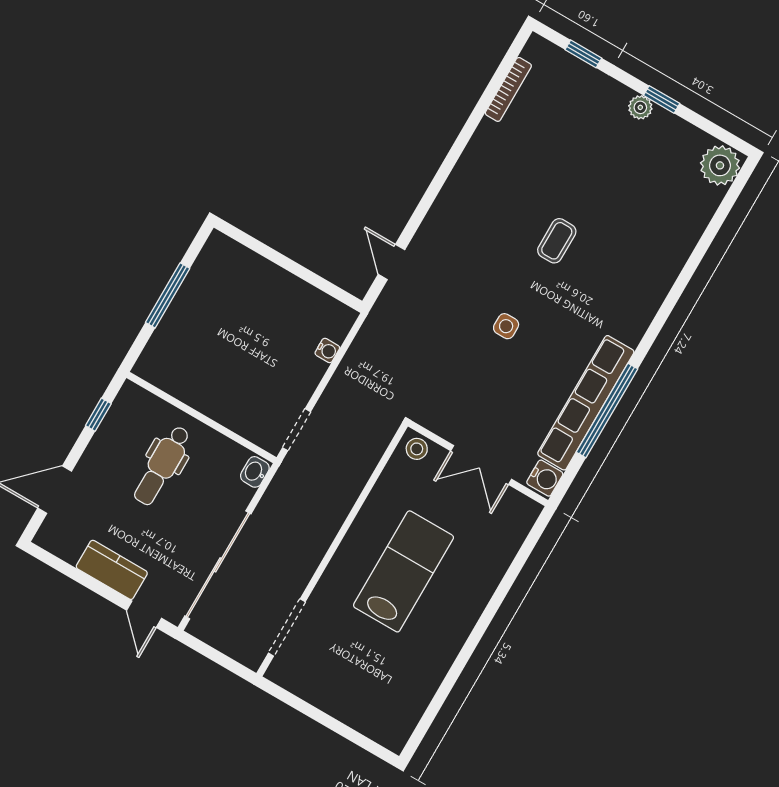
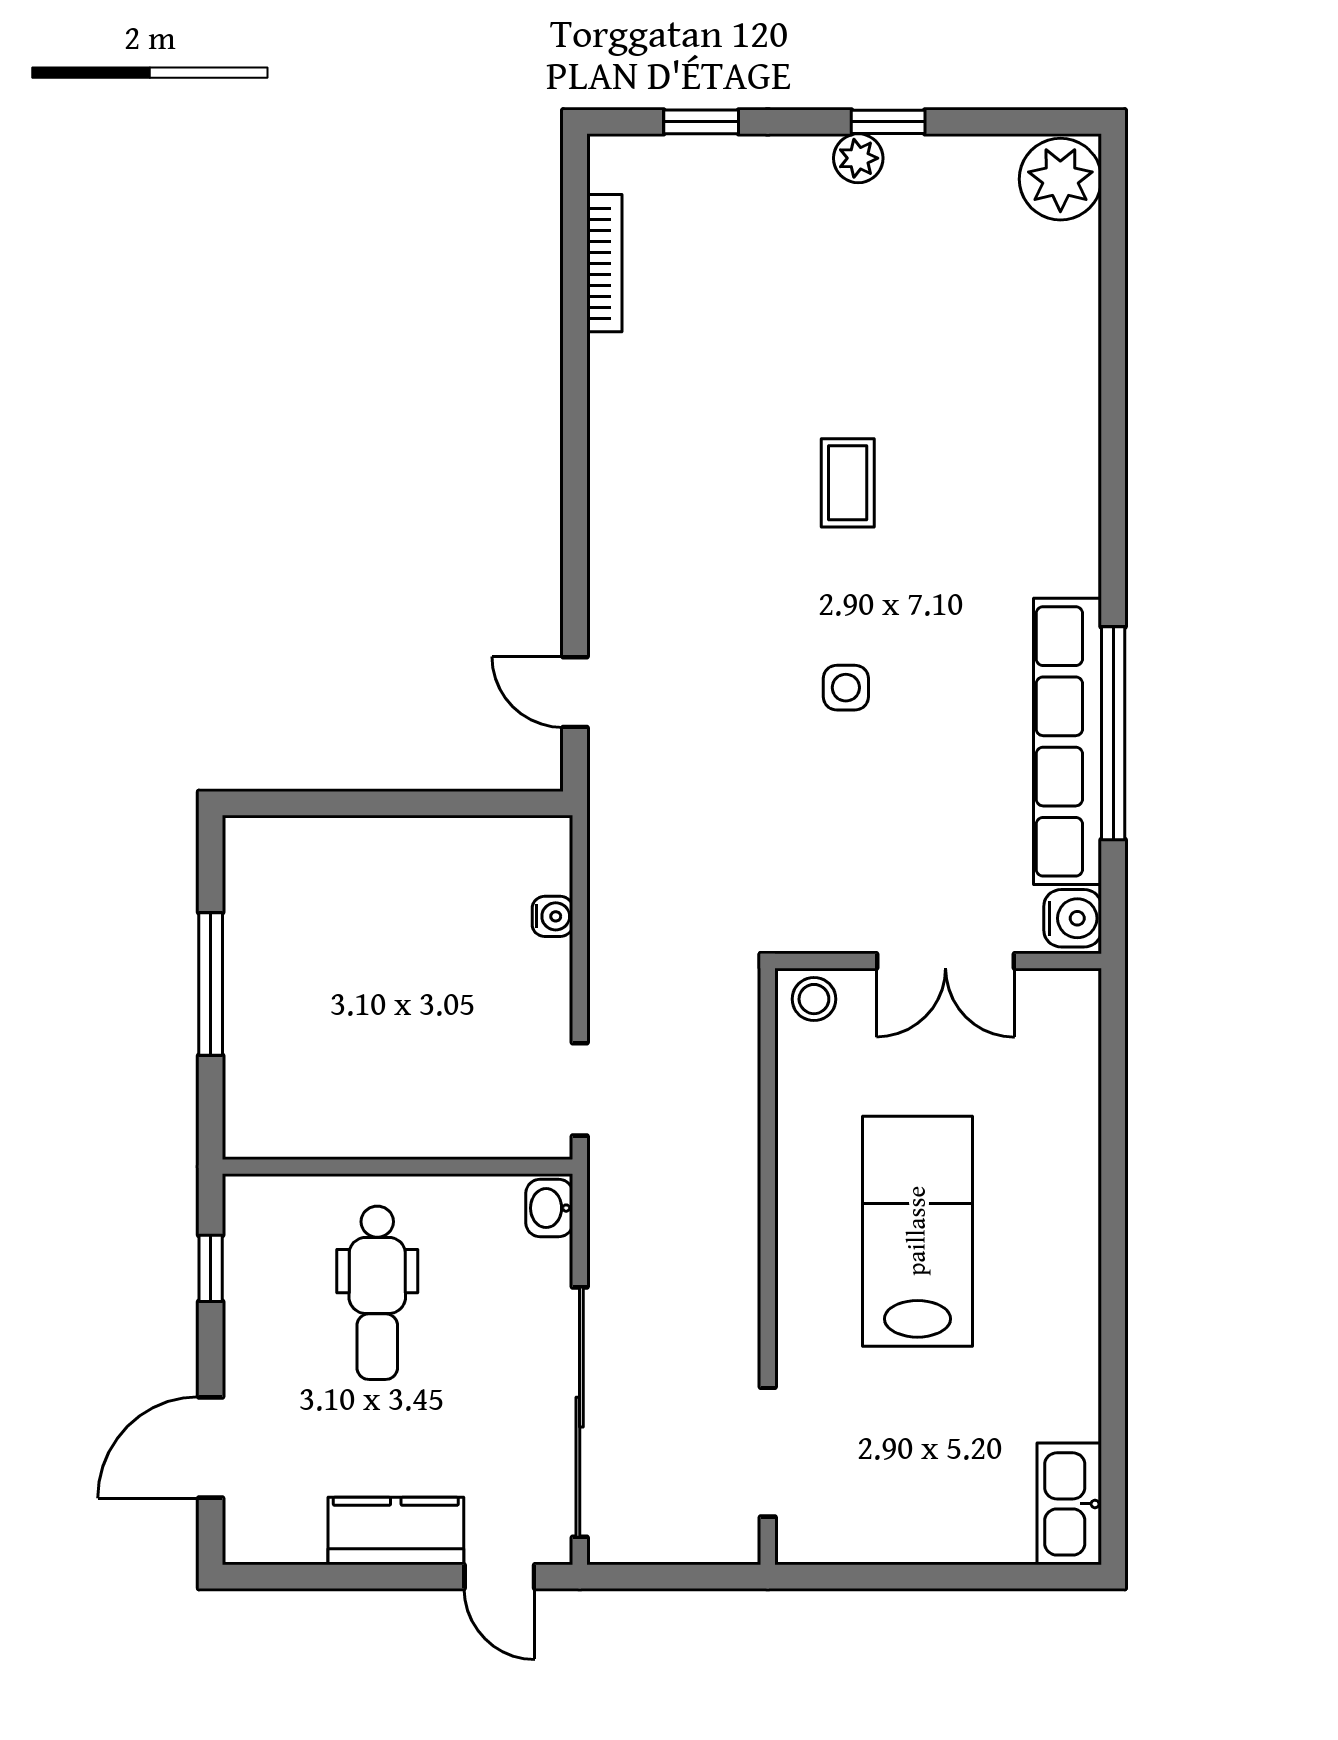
kitchen sink: (401, 723) -> (1069, 1504), added

